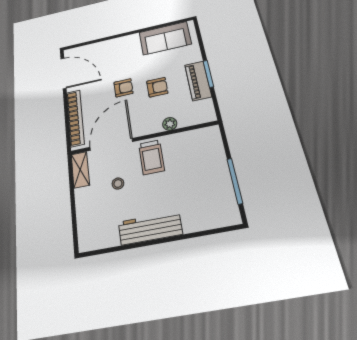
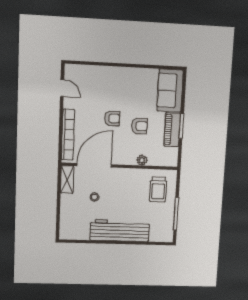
sofa: (165, 38) -> (170, 91), moved, turned 90
door: (64, 73) -> (62, 88), width x0.53
trolley: (151, 157) -> (158, 190), moved
workbench: (150, 228) -> (120, 231), width x1.36, depth x1.32

